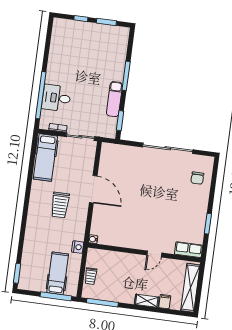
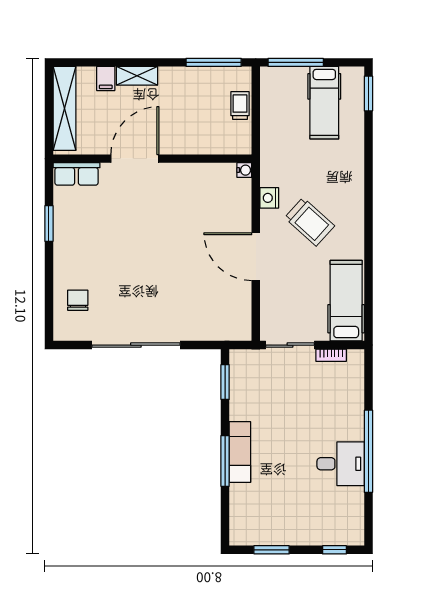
window: (81, 19) -> (335, 550), moved
window: (41, 95) -> (368, 451), moved
desk: (56, 98) -> (341, 464), moved
exam couch: (114, 99) -> (240, 452), moved
trolley: (60, 205) -> (310, 222), turned 132
nightstand: (78, 247) -> (269, 198), moved
door: (154, 254) -> (135, 159), width x1.87
hospital bed: (58, 273) -> (324, 103), moved

